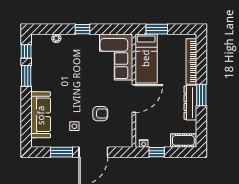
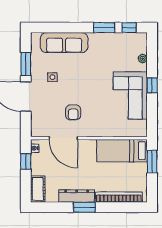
corner sofa: (116, 57) -> (130, 95), moved, turned -90
door: (134, 99) -> (63, 138), moved
armchair: (100, 114) -> (73, 112), moved

